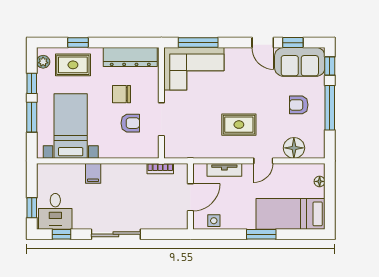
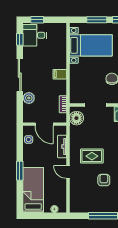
armchair: (299, 105) -> (104, 180), moved
armchair: (130, 123) -> (93, 85), removed
rug: (239, 125) -> (92, 156), turned 90
floor lamp: (294, 148) -> (76, 118), moved
filing cabinet: (93, 173) -> (60, 74), moved
plant: (151, 220) -> (29, 98), added

